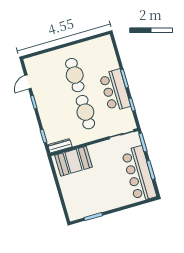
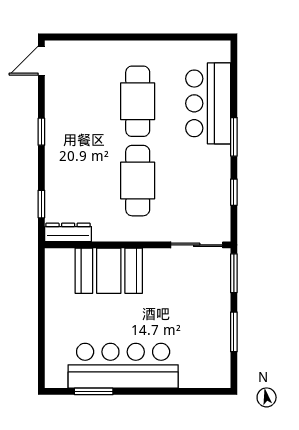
door: (28, 82) -> (41, 61), moved
bar counter: (115, 90) -> (208, 103), moved
booth: (74, 161) -> (109, 271), moved
bar counter: (139, 174) -> (123, 366), moved, turned 90

